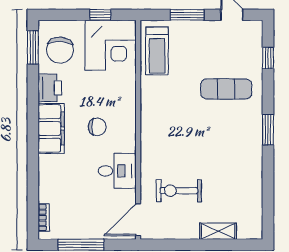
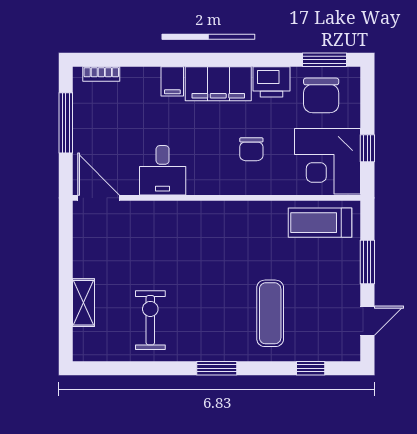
chair: (60, 50) -> (321, 95), turned -93
chair: (97, 127) -> (251, 149), moved
filing cabinet: (49, 163) -> (172, 81), added
exercise bike: (179, 191) -> (150, 320), moved

